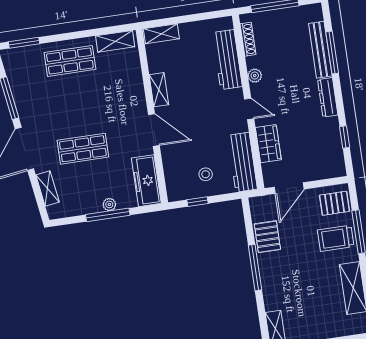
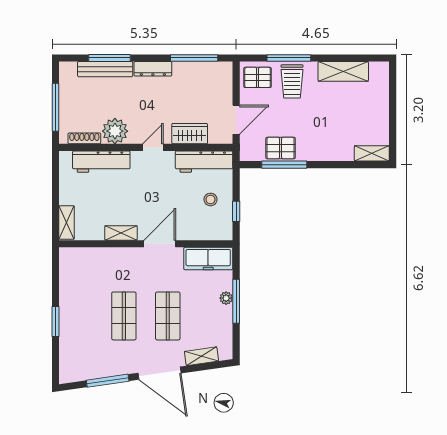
shelving: (115, 41) -> (67, 269), removed
window: (24, 43) -> (56, 322), moved
shop shelf: (70, 61) -> (124, 316), moved
plant: (255, 76) -> (115, 131), width x1.88, depth x1.88
window: (345, 137) -> (194, 58), width x2.17
door: (289, 188) -> (236, 120), hinge flipped
pallet: (334, 203) -> (258, 77), turned 90
window: (255, 268) -> (284, 165), moved

